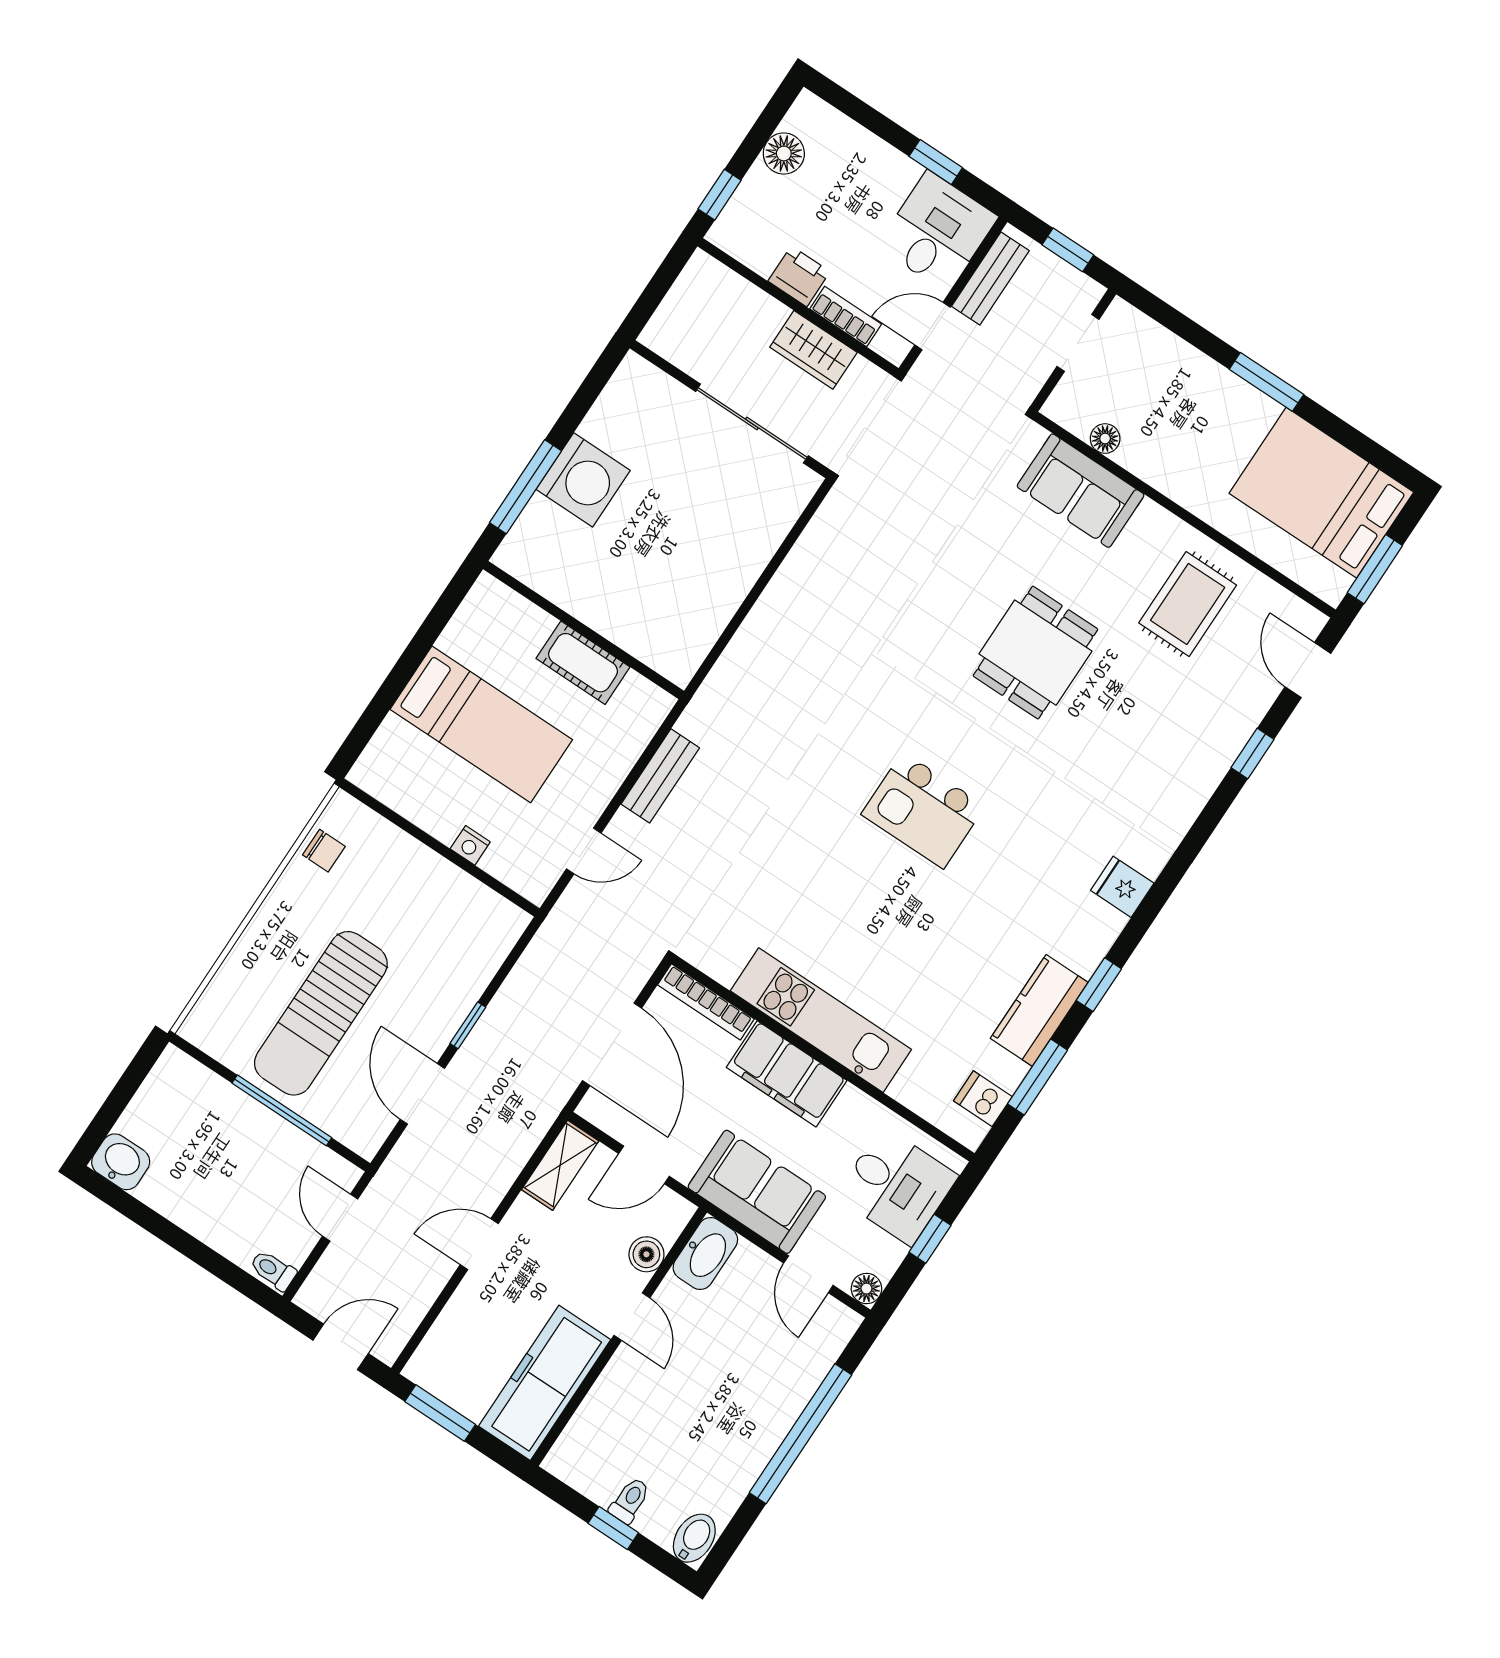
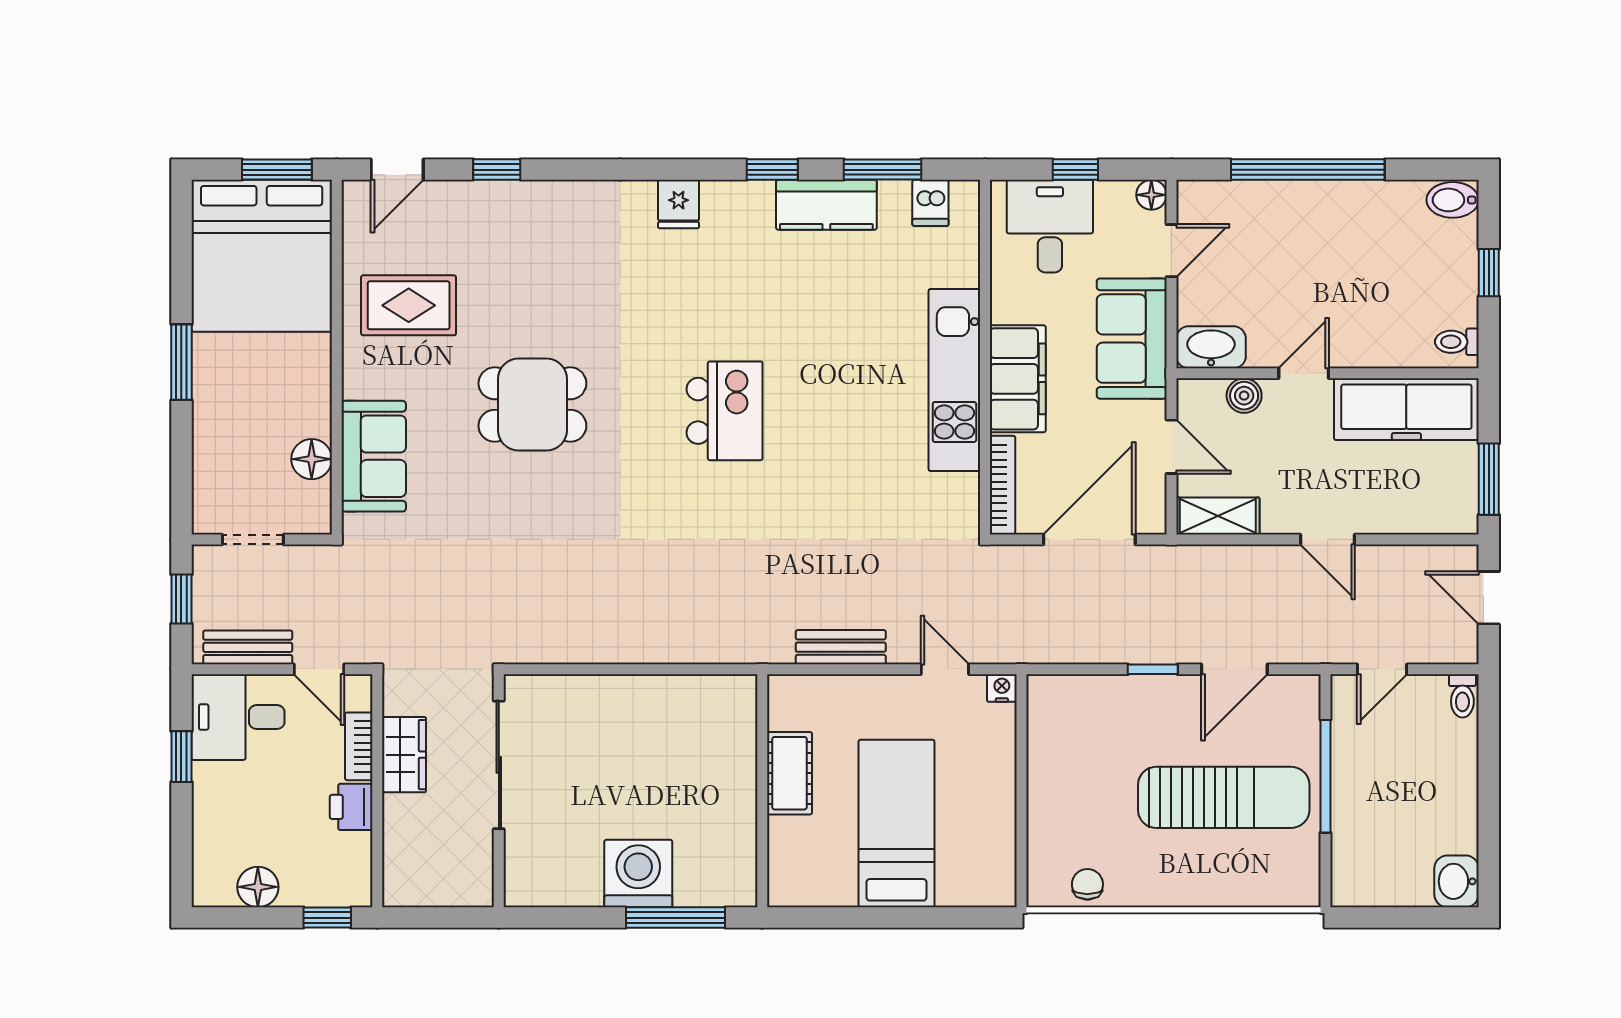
floor lamp: (1105, 439) -> (312, 459), width x1.37, depth x1.37
bed: (1321, 493) -> (262, 256), width x1.36
nightstand: (470, 845) -> (1002, 688), moved, turned -90
toilet: (630, 1500) -> (1457, 342), moved

